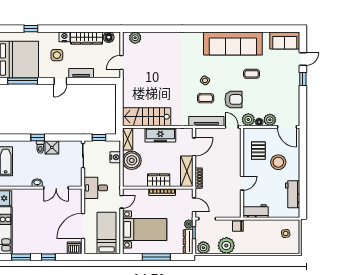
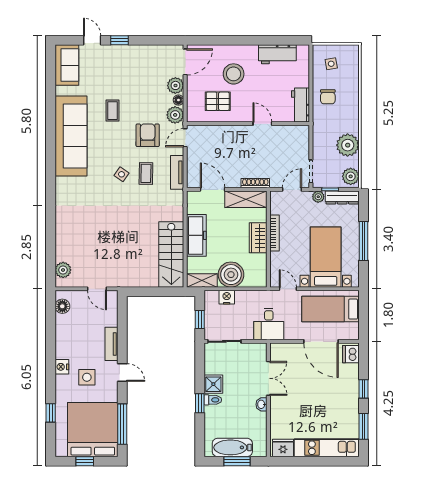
wardrobe: (87, 38) -> (63, 337), removed
tv unit: (206, 121) -> (177, 172), width x0.71
chair: (238, 226) -> (328, 97), moved

